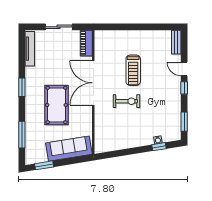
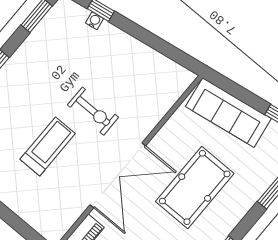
exercise bike: (126, 101) -> (93, 111), turned 180

